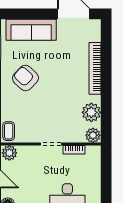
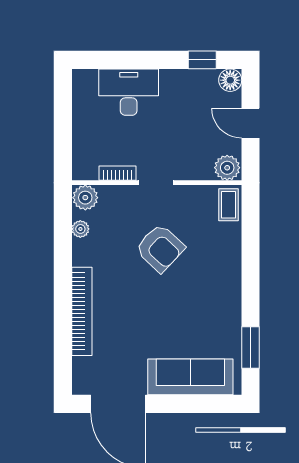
armchair: (25, 78) -> (160, 248), moved
plant: (91, 112) -> (80, 229), width x0.53, depth x0.53

